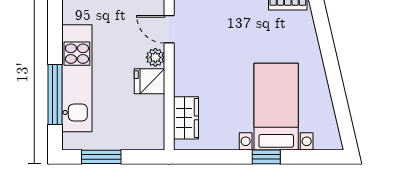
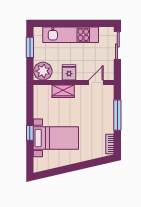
plant: (155, 57) -> (43, 71), moved, width x1.88, depth x1.88
window: (55, 95) -> (62, 23), removed
wardrobe: (186, 118) -> (63, 91), moved

